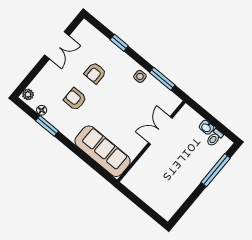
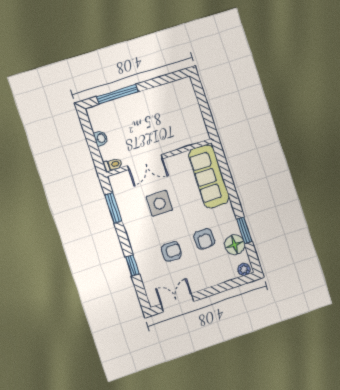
double door: (57, 45) -> (177, 303), moved
side table: (140, 76) -> (159, 203), moved, width x1.87, depth x1.87
floor lamp: (42, 110) -> (235, 245), width x1.89, depth x1.89
toilet: (214, 138) -> (113, 165), moved

